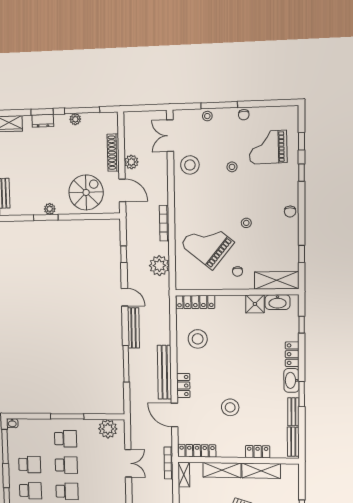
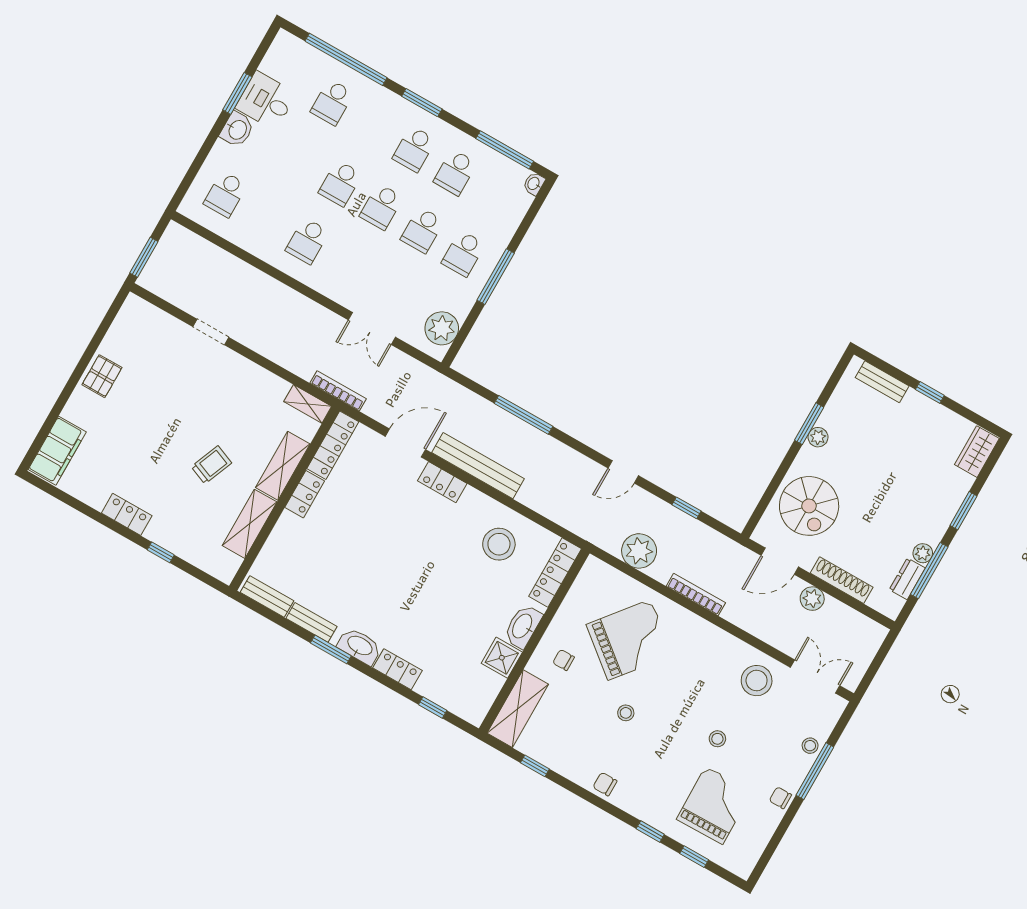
dresser: (43, 121) -> (907, 579), moved
washbasin: (278, 302) -> (523, 626), moved
bench: (133, 328) -> (570, 458), removed
stool: (230, 407) -> (370, 533), removed
locker: (258, 452) -> (305, 494), moved

